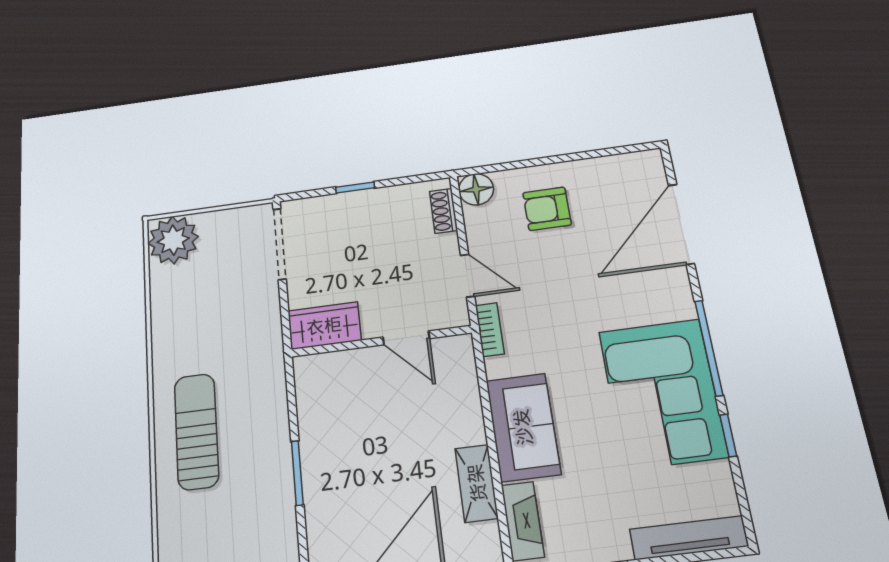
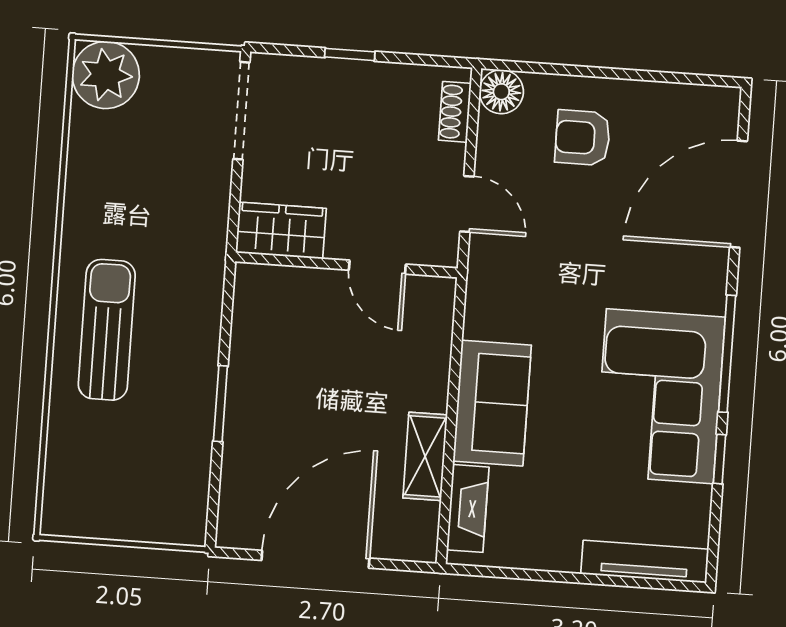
bookcase: (490, 330) -> (479, 278), removed

